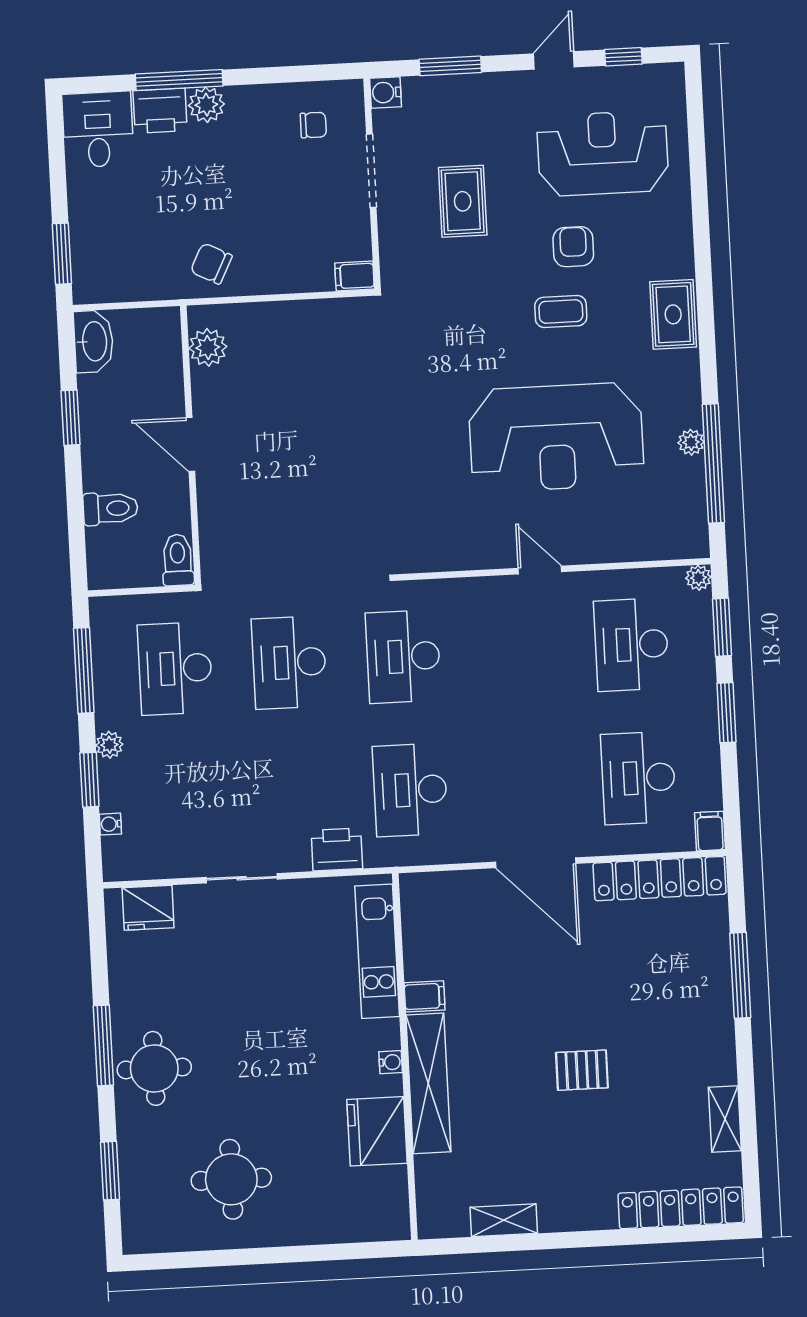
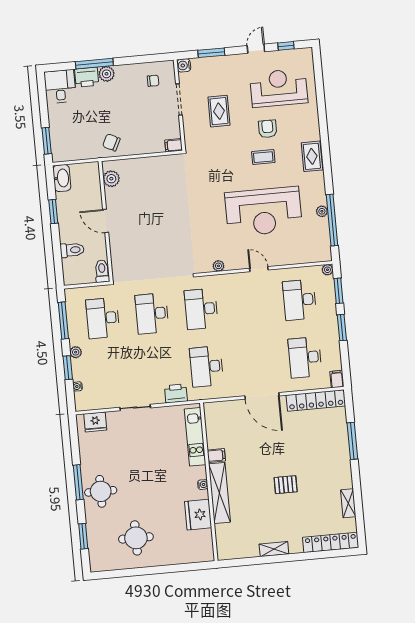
plant: (447, 559) -> (218, 266), added
shelving: (504, 1220) -> (274, 549), moved

